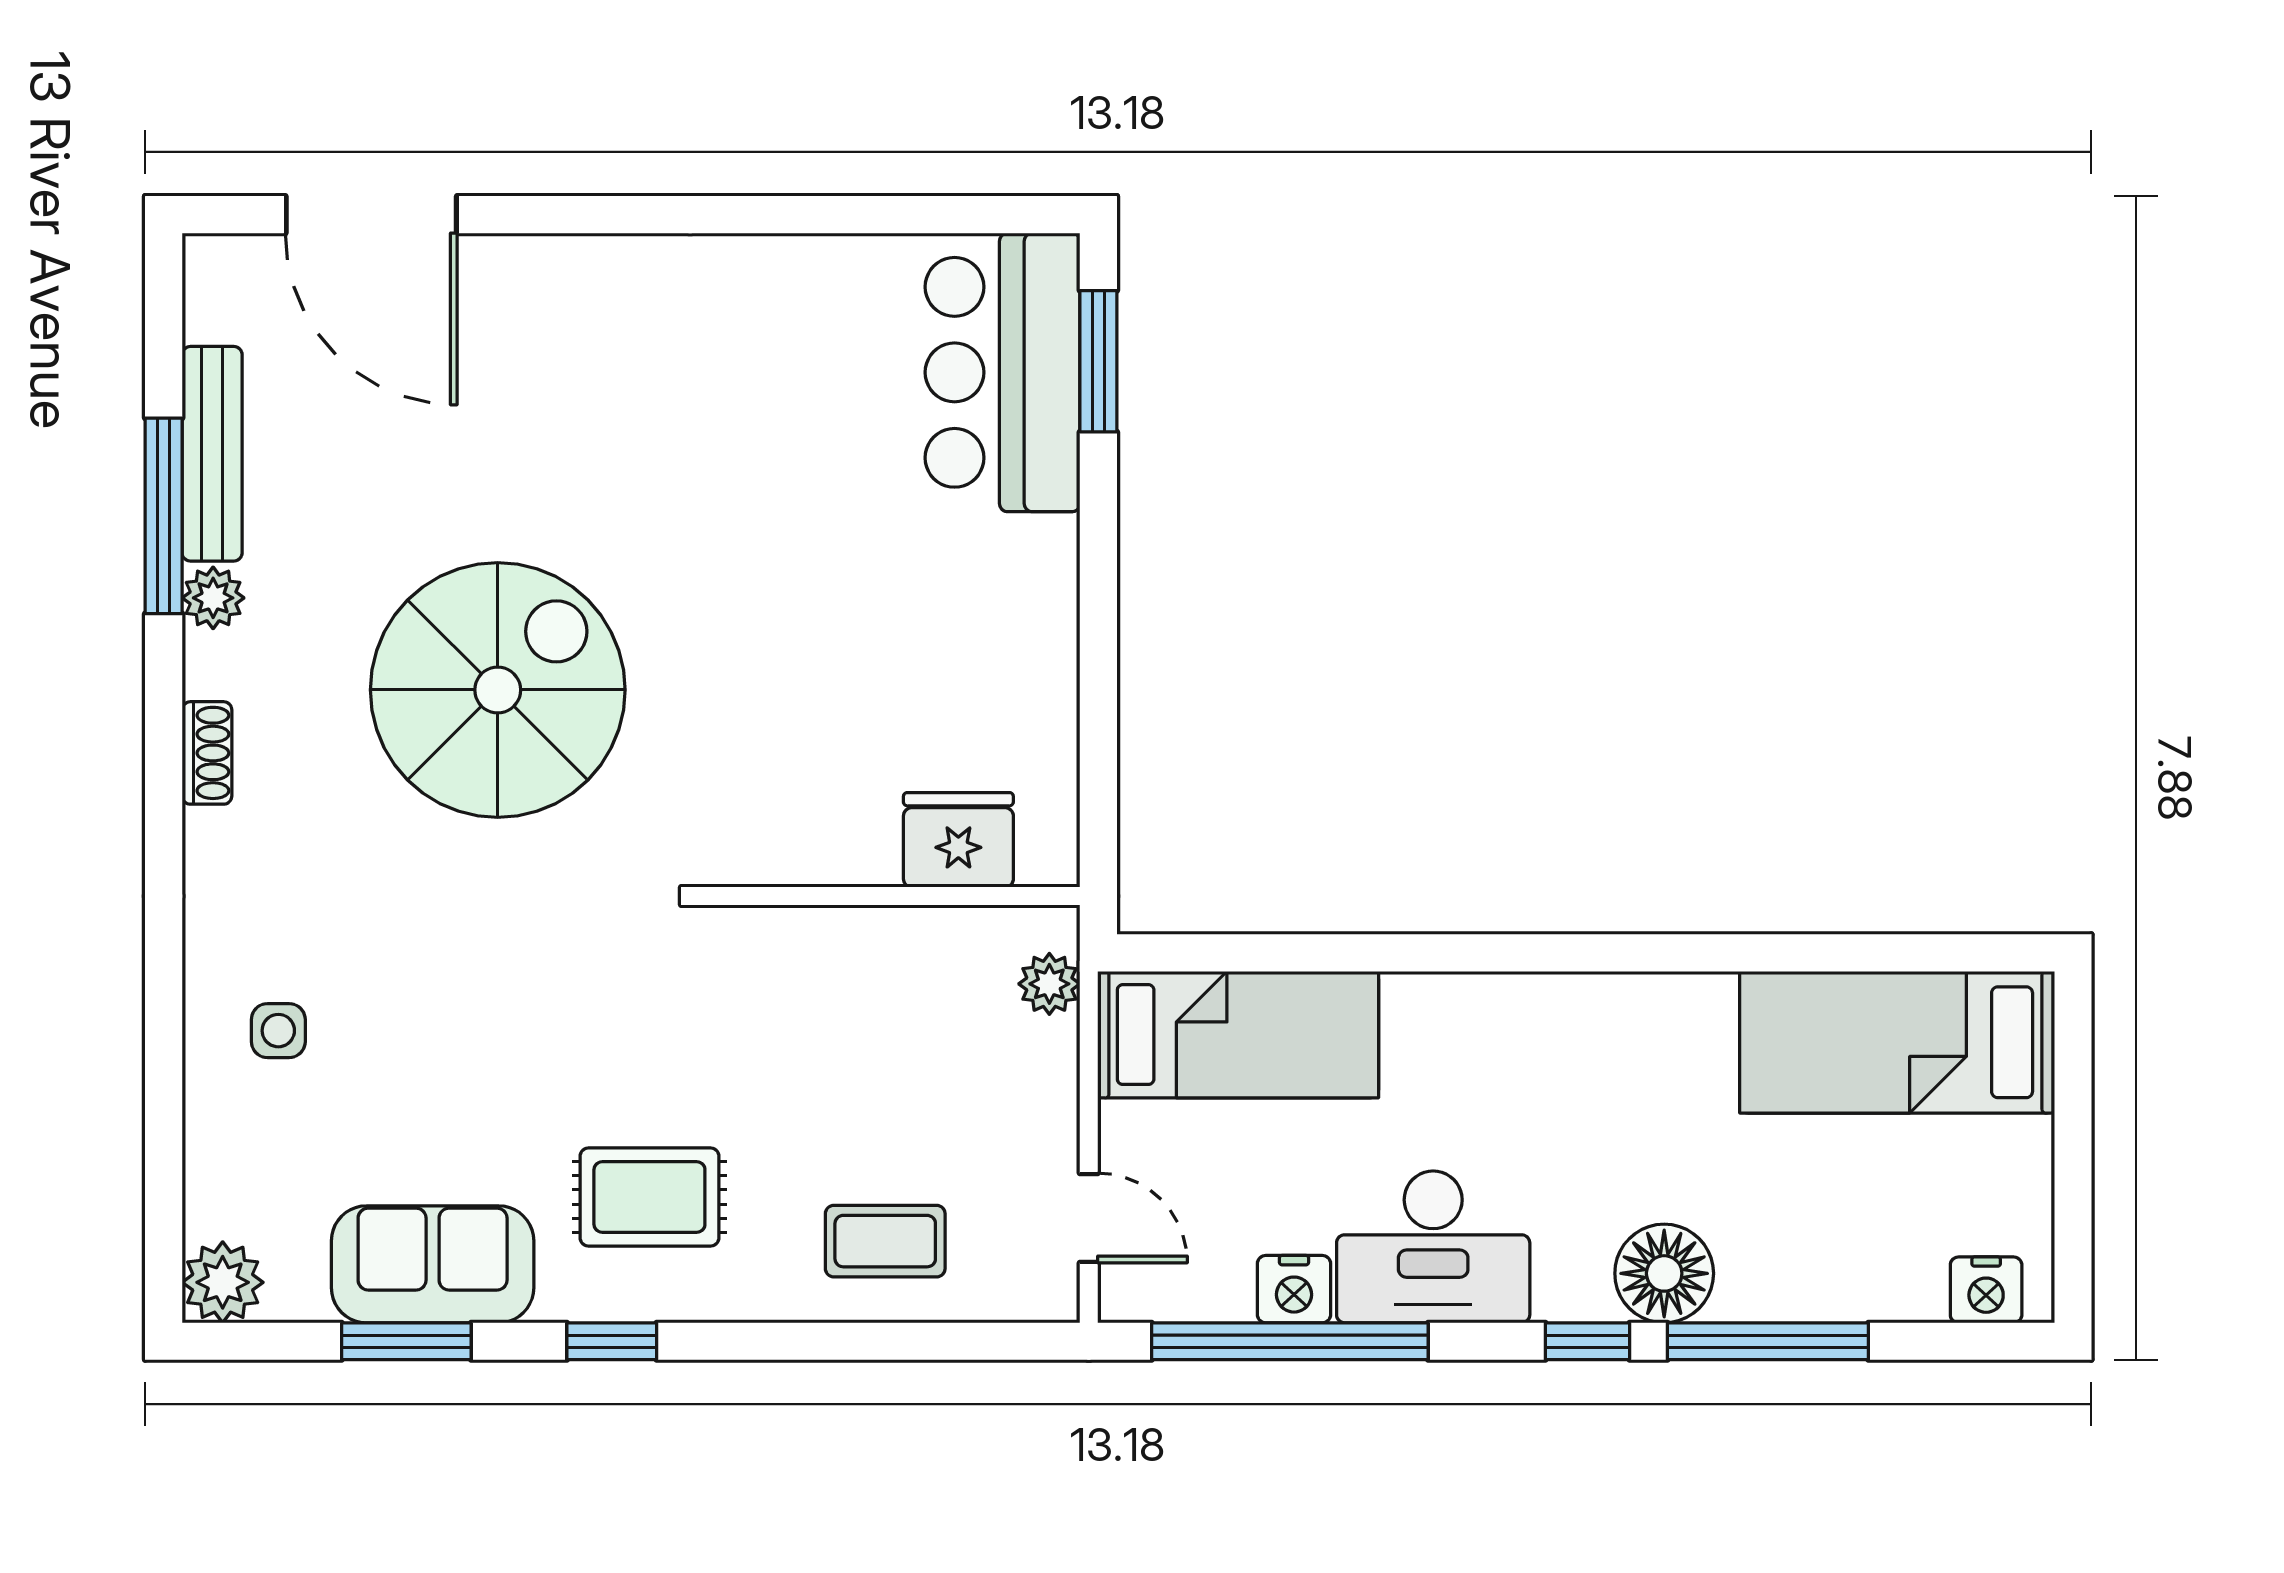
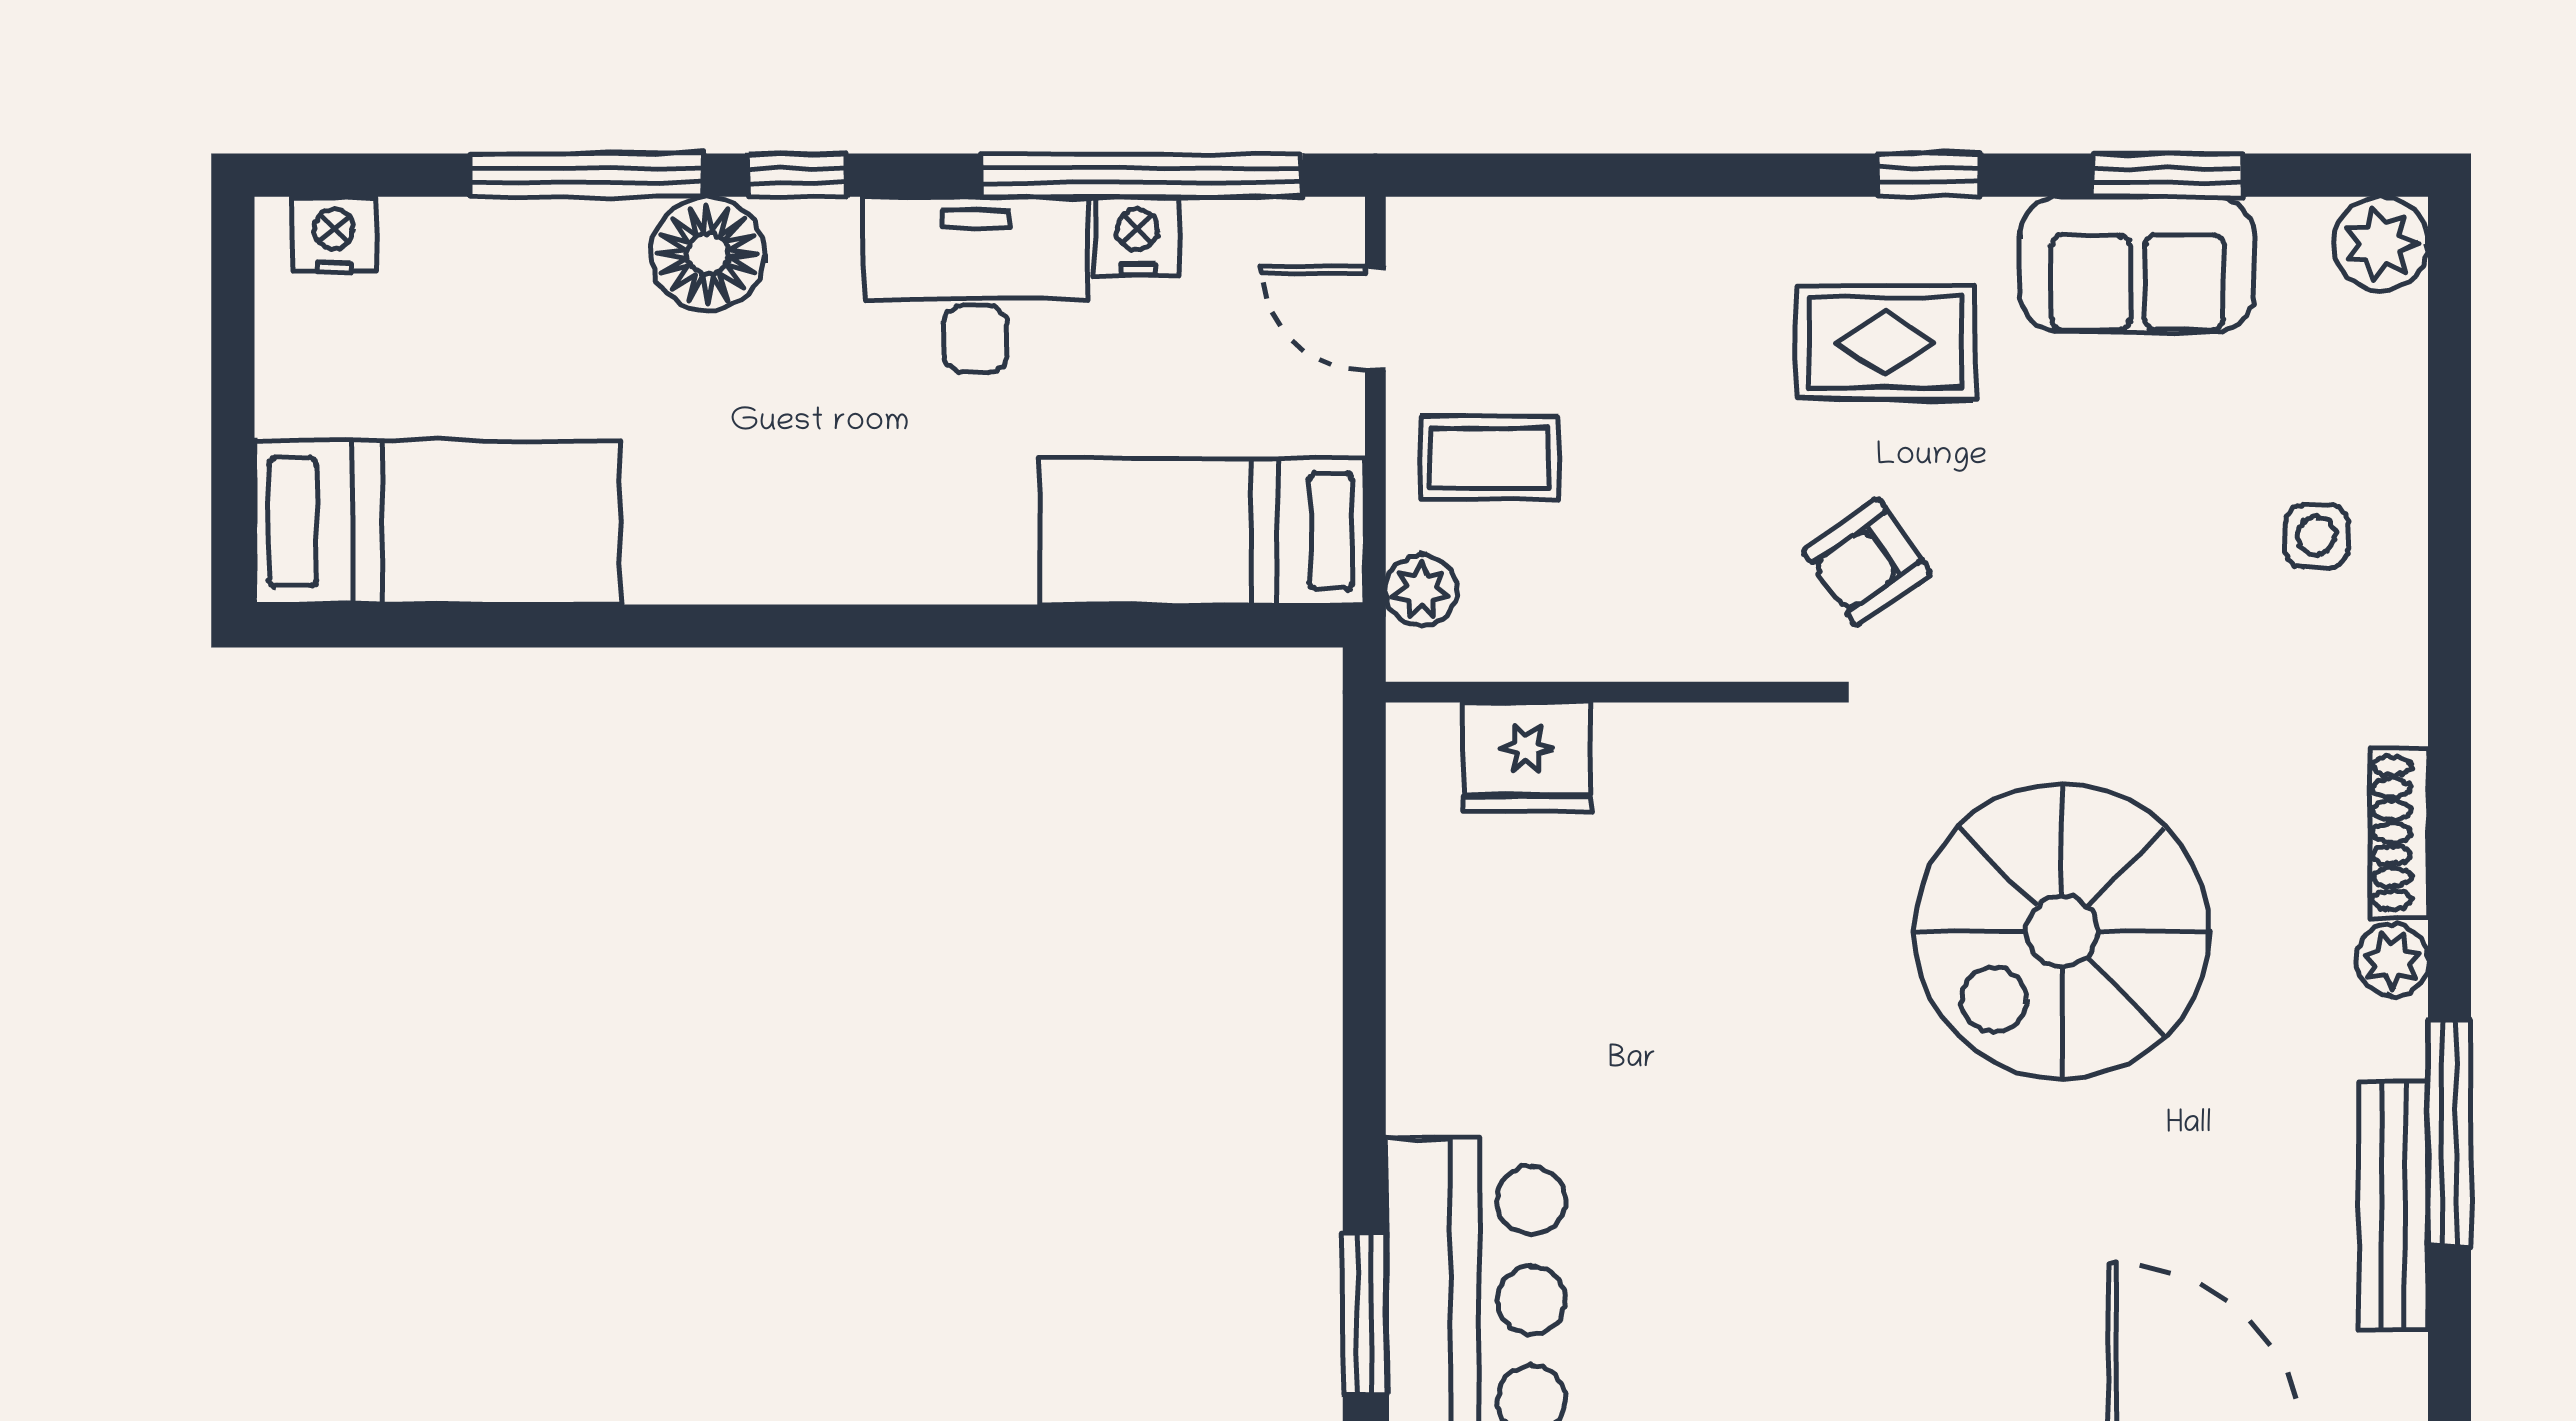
plant: (213, 598) -> (2392, 960), moved
shoe rack: (207, 753) -> (2399, 833), width x1.43
armchair: (666, 1008) -> (1867, 562), added
coffee table: (885, 1241) -> (1489, 458), moved

